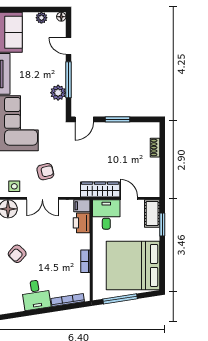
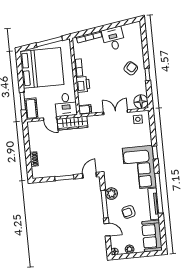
armchair: (45, 172) -> (129, 212), moved
printer: (82, 223) -> (83, 84), moved

